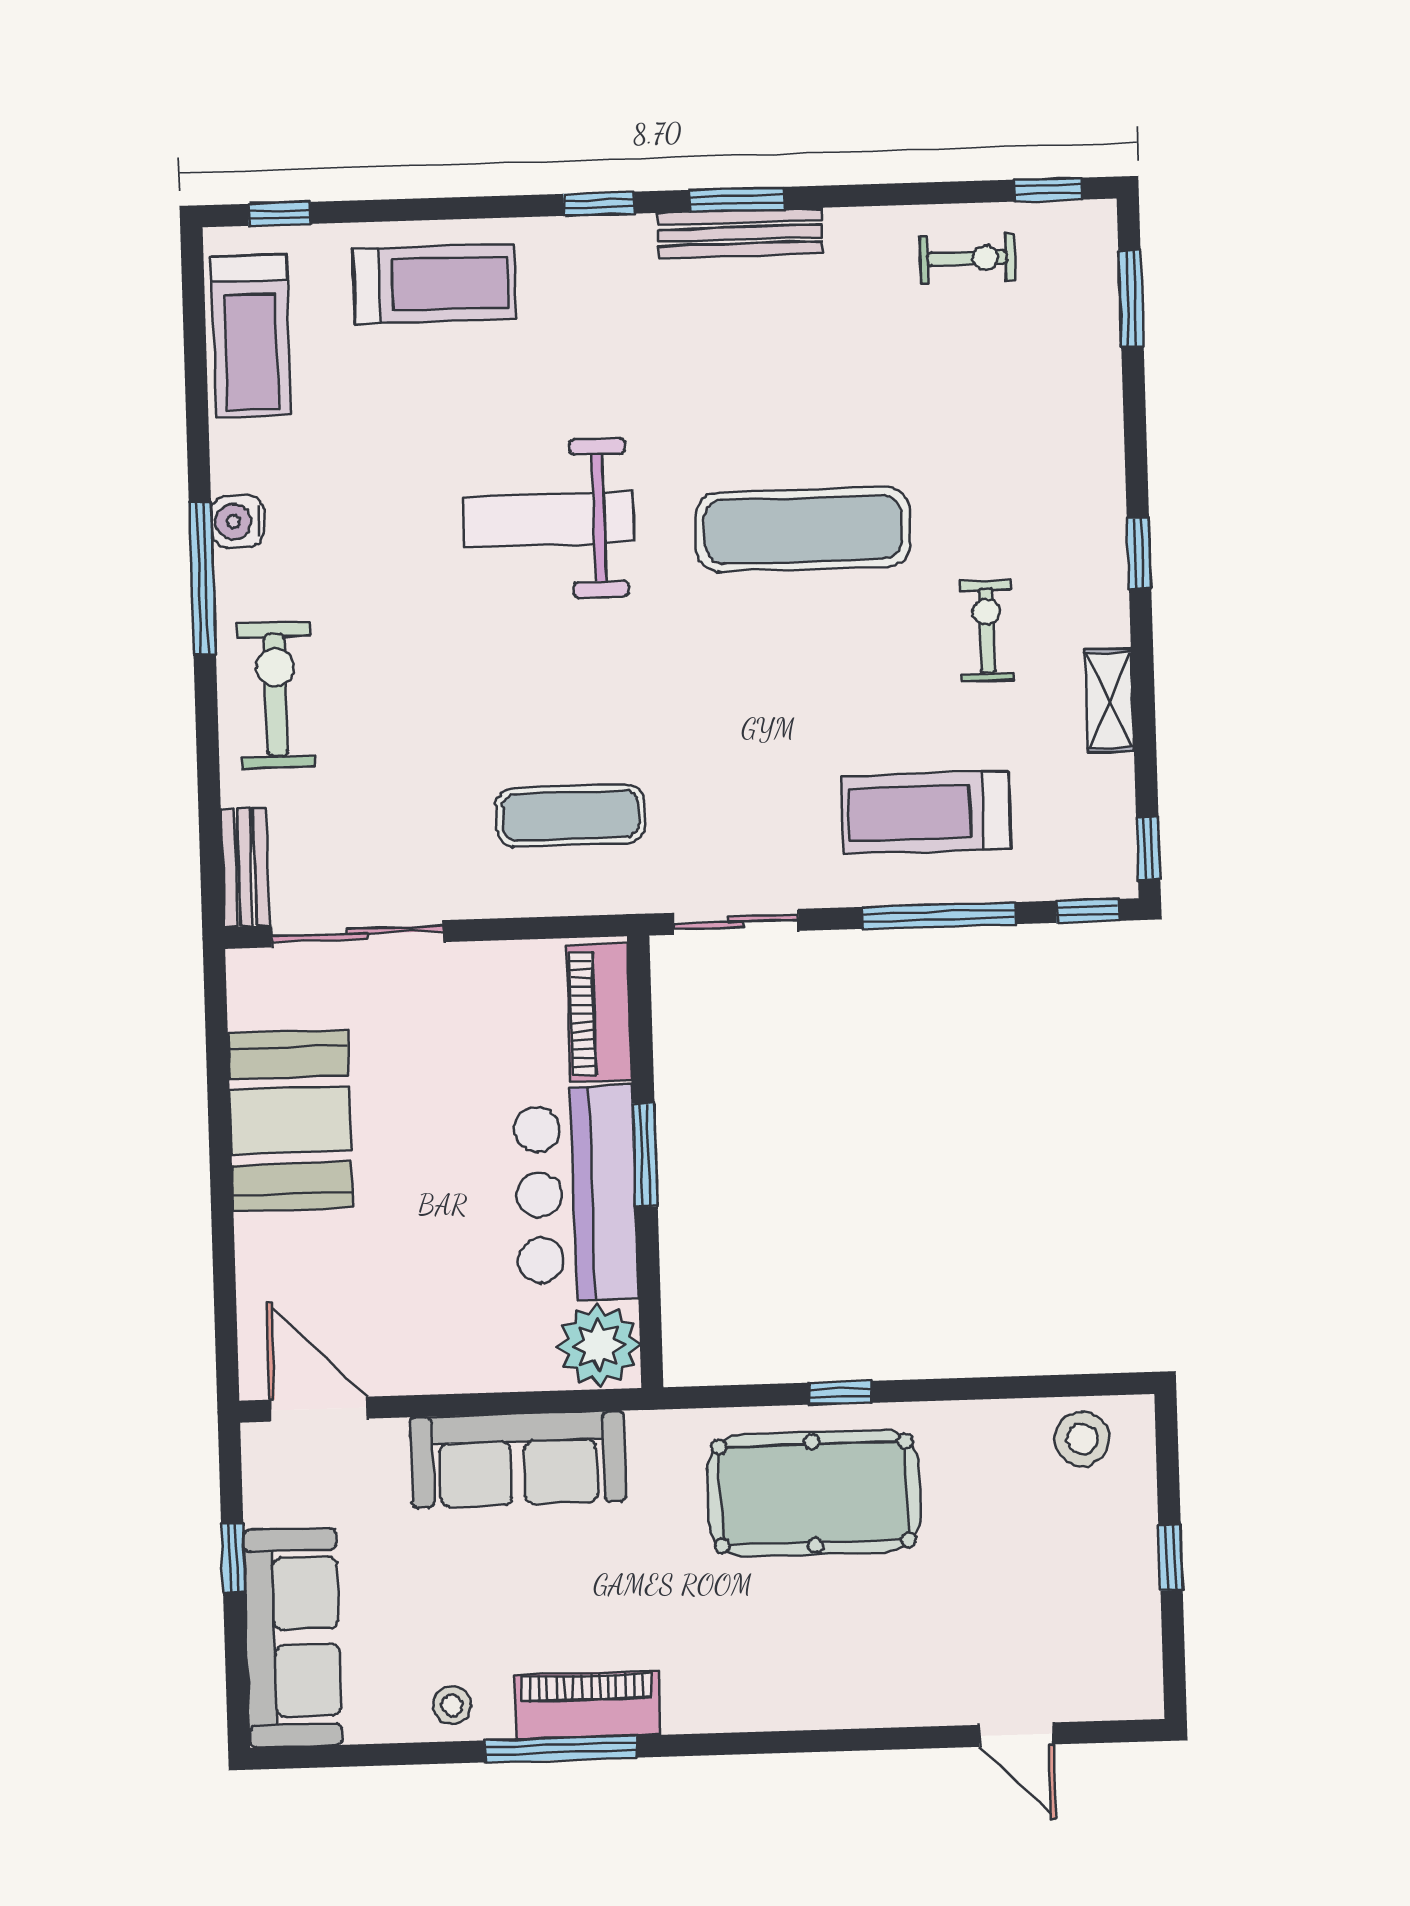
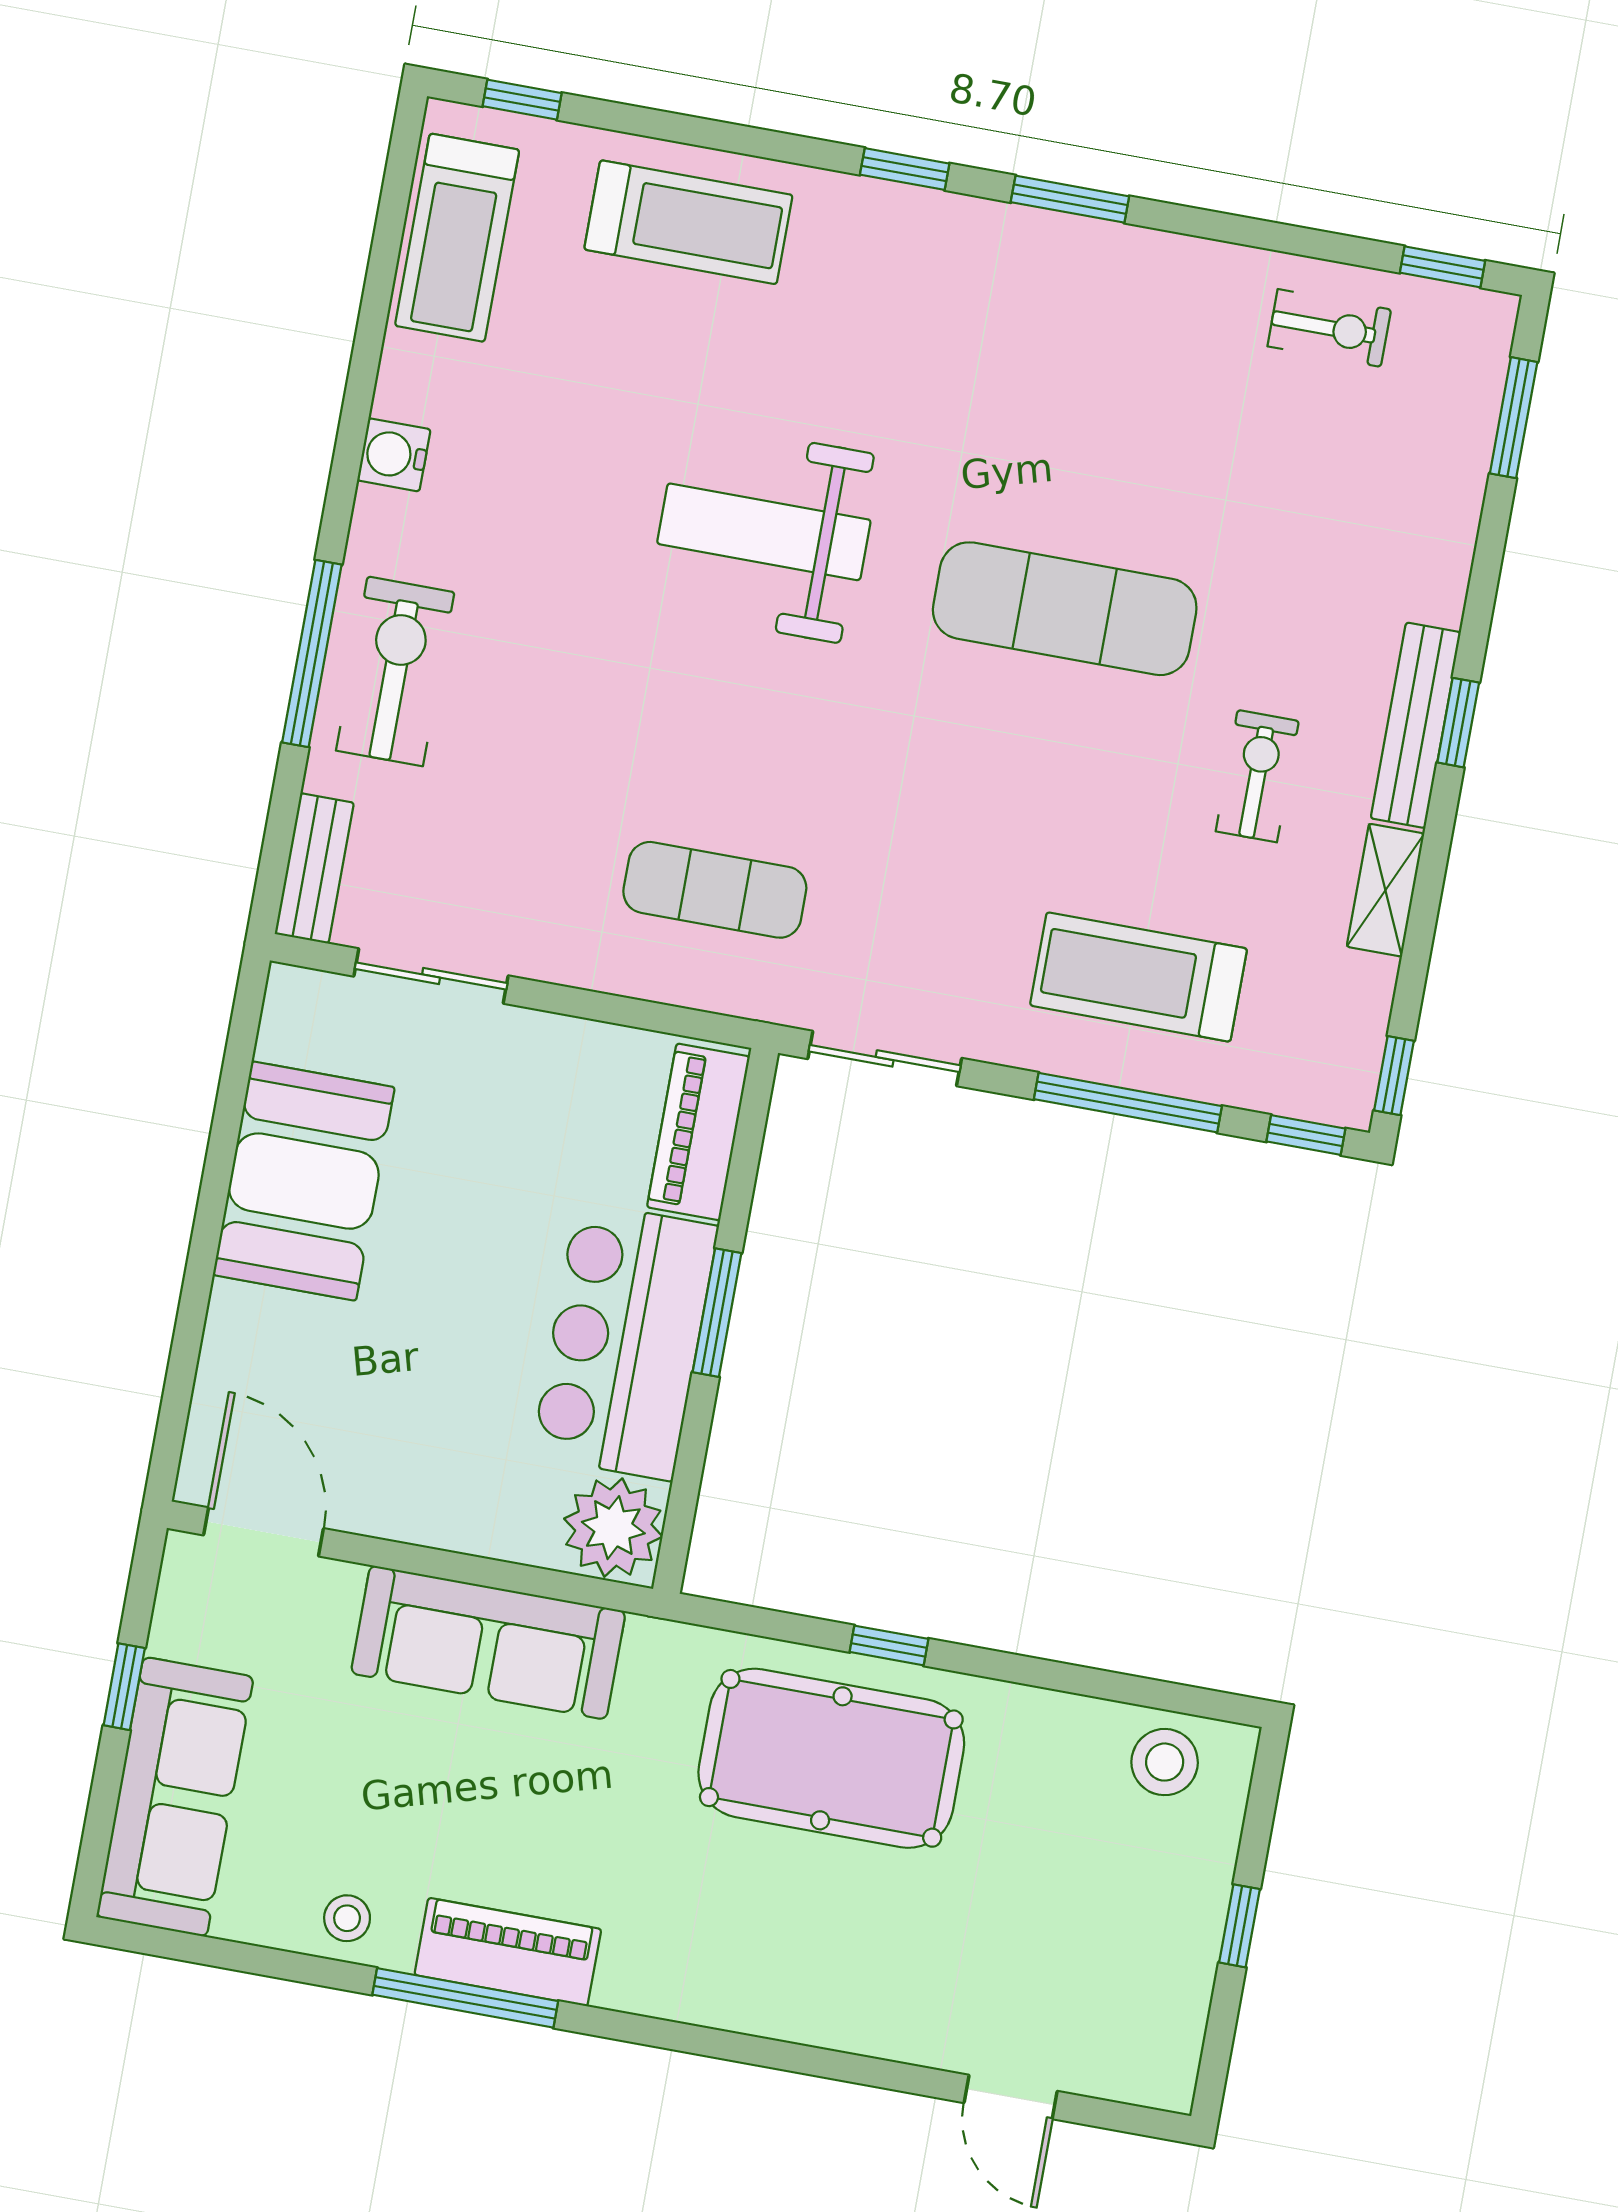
bench: (740, 233) -> (1416, 725), moved, turned 90
window: (202, 579) -> (312, 653), moved
sliding door: (357, 934) -> (431, 976), width x0.73

